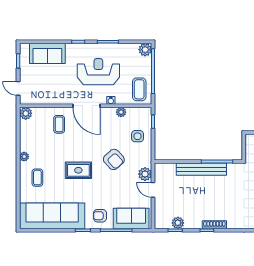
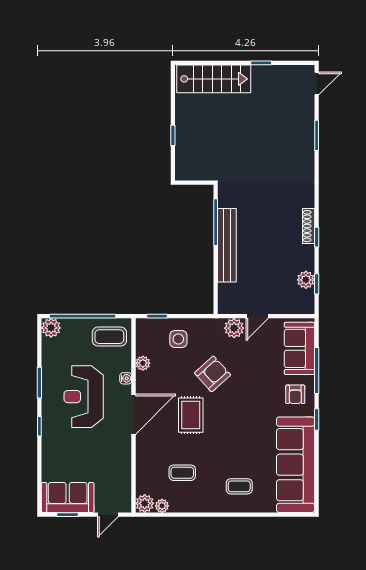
sofa: (47, 53) -> (68, 497), moved, turned -90
coffee table: (59, 124) -> (182, 473), moved
plant: (24, 157) -> (162, 506), moved
rug: (78, 170) -> (191, 415), moved

